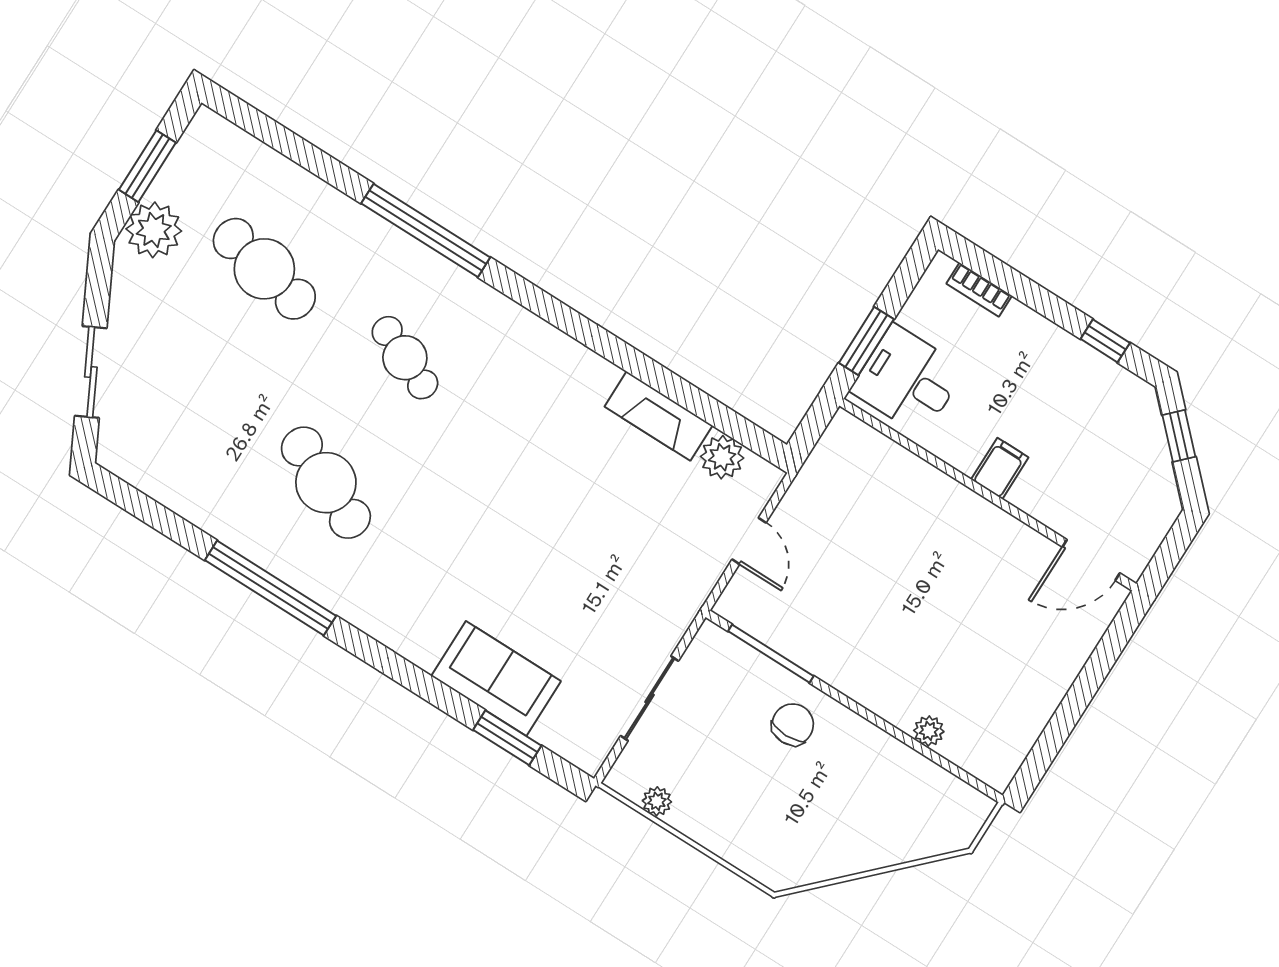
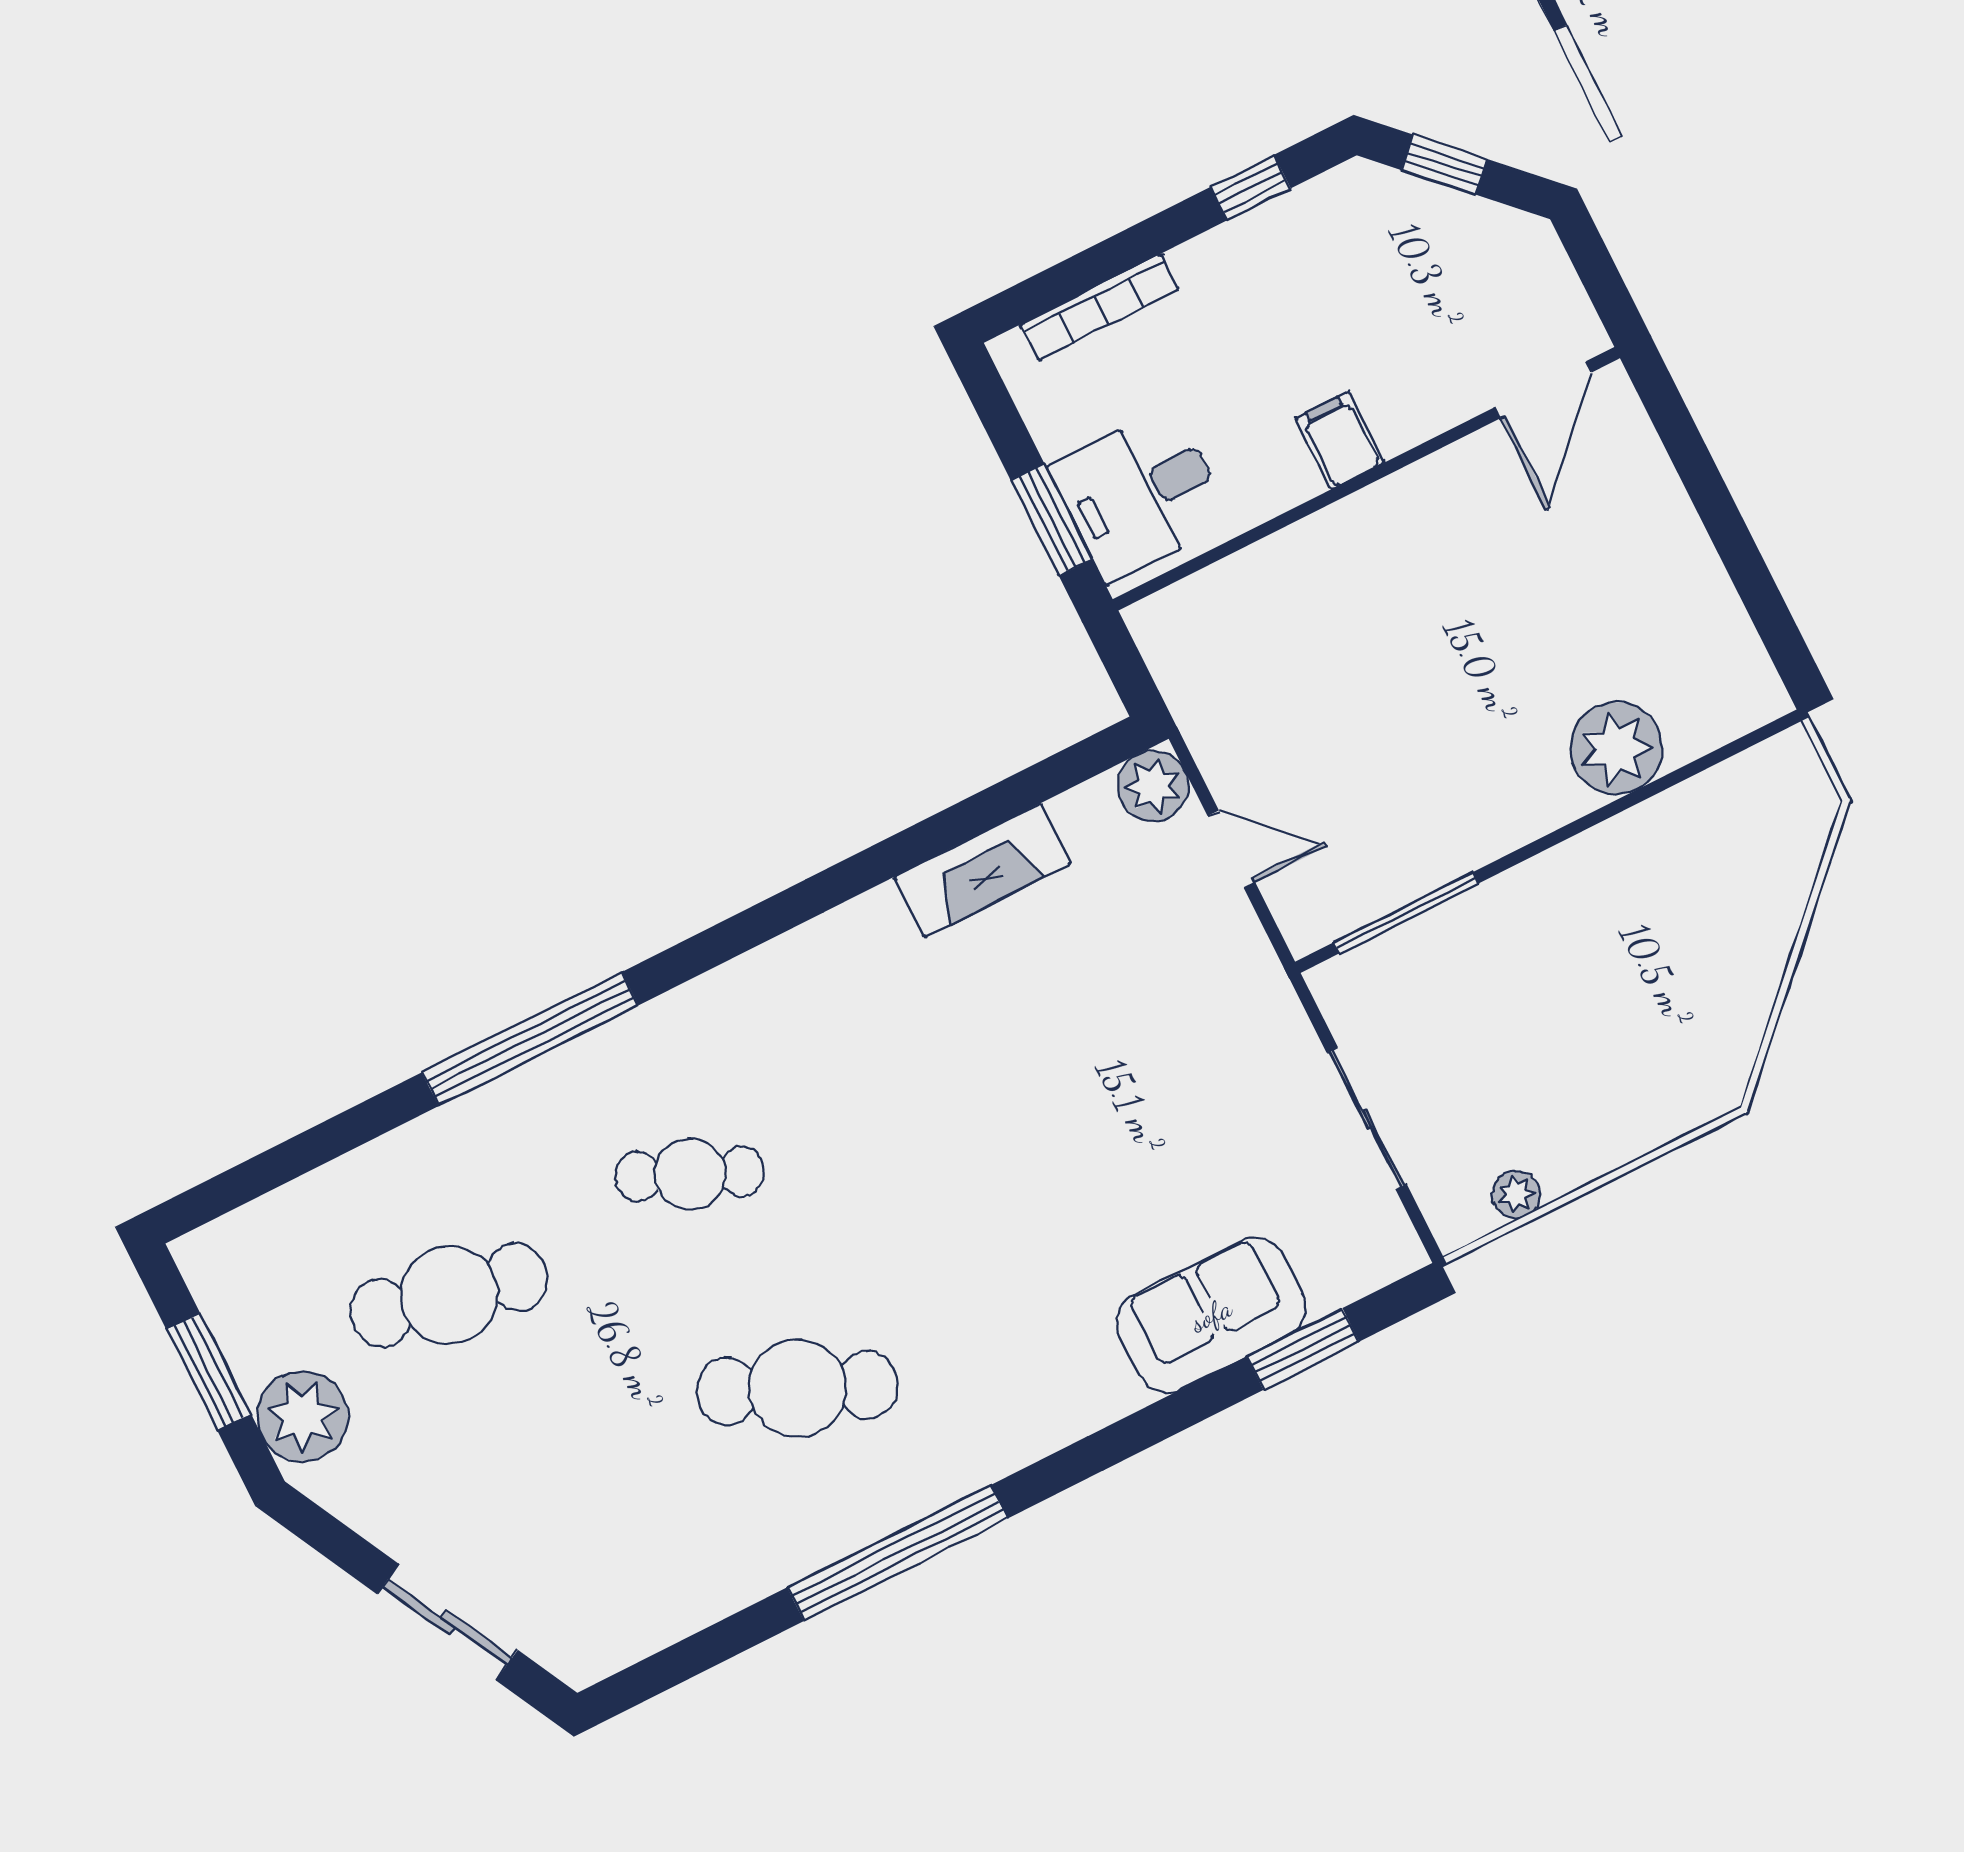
bookcase: (979, 290) -> (1100, 307), width x1.56
plant: (722, 457) -> (1153, 786), moved
chair: (793, 725) -> (1523, 942), removed
plant: (929, 731) -> (1616, 748), width x1.88, depth x1.88

